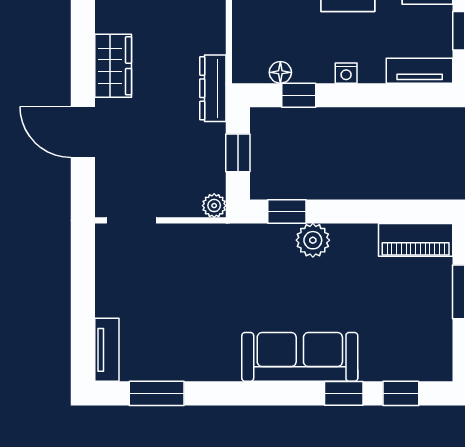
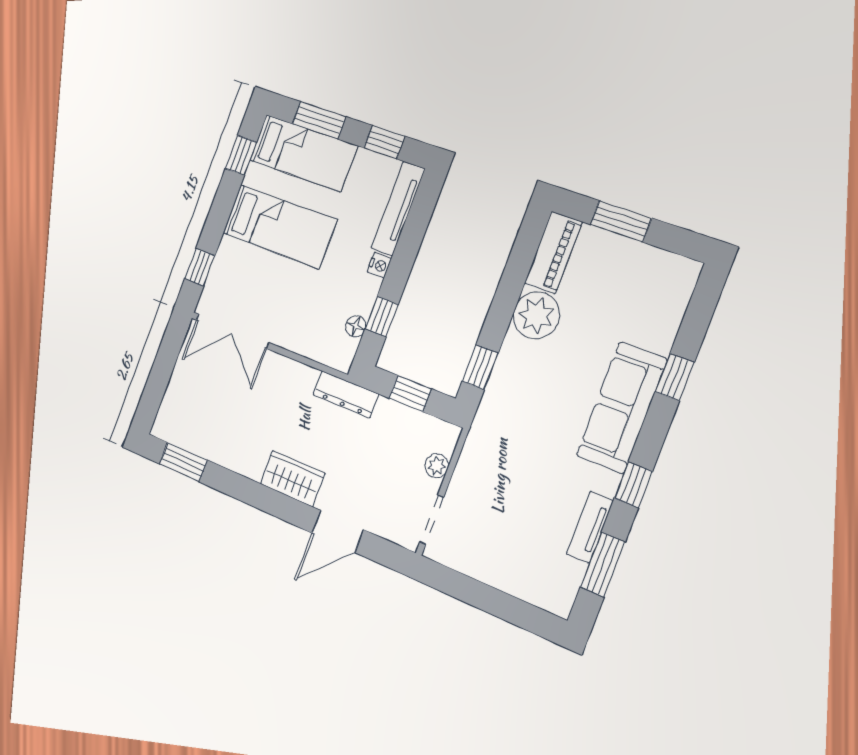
tv unit: (420, 71) -> (398, 208), width x1.41
plant: (214, 206) -> (437, 466), moved
plant: (313, 240) -> (536, 315), moved, width x1.36, depth x1.36
tv unit: (107, 350) -> (590, 527), moved, turned -90
window: (401, 393) -> (633, 485), moved

